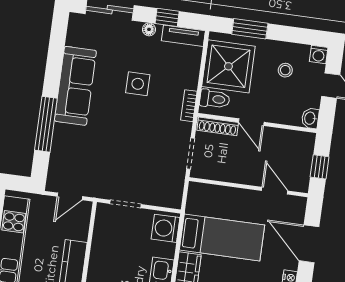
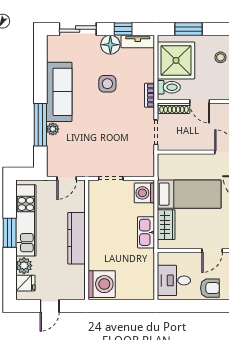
floor lamp: (149, 29) -> (110, 45), width x1.89, depth x1.89
plant: (61, 132) -> (53, 129), added

